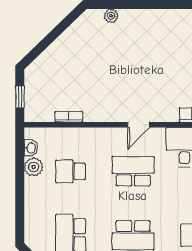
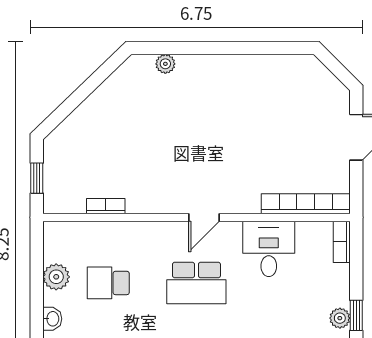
washbasin: (31, 148) -> (52, 319), moved
school desk: (133, 171) -> (196, 283), turned 180

